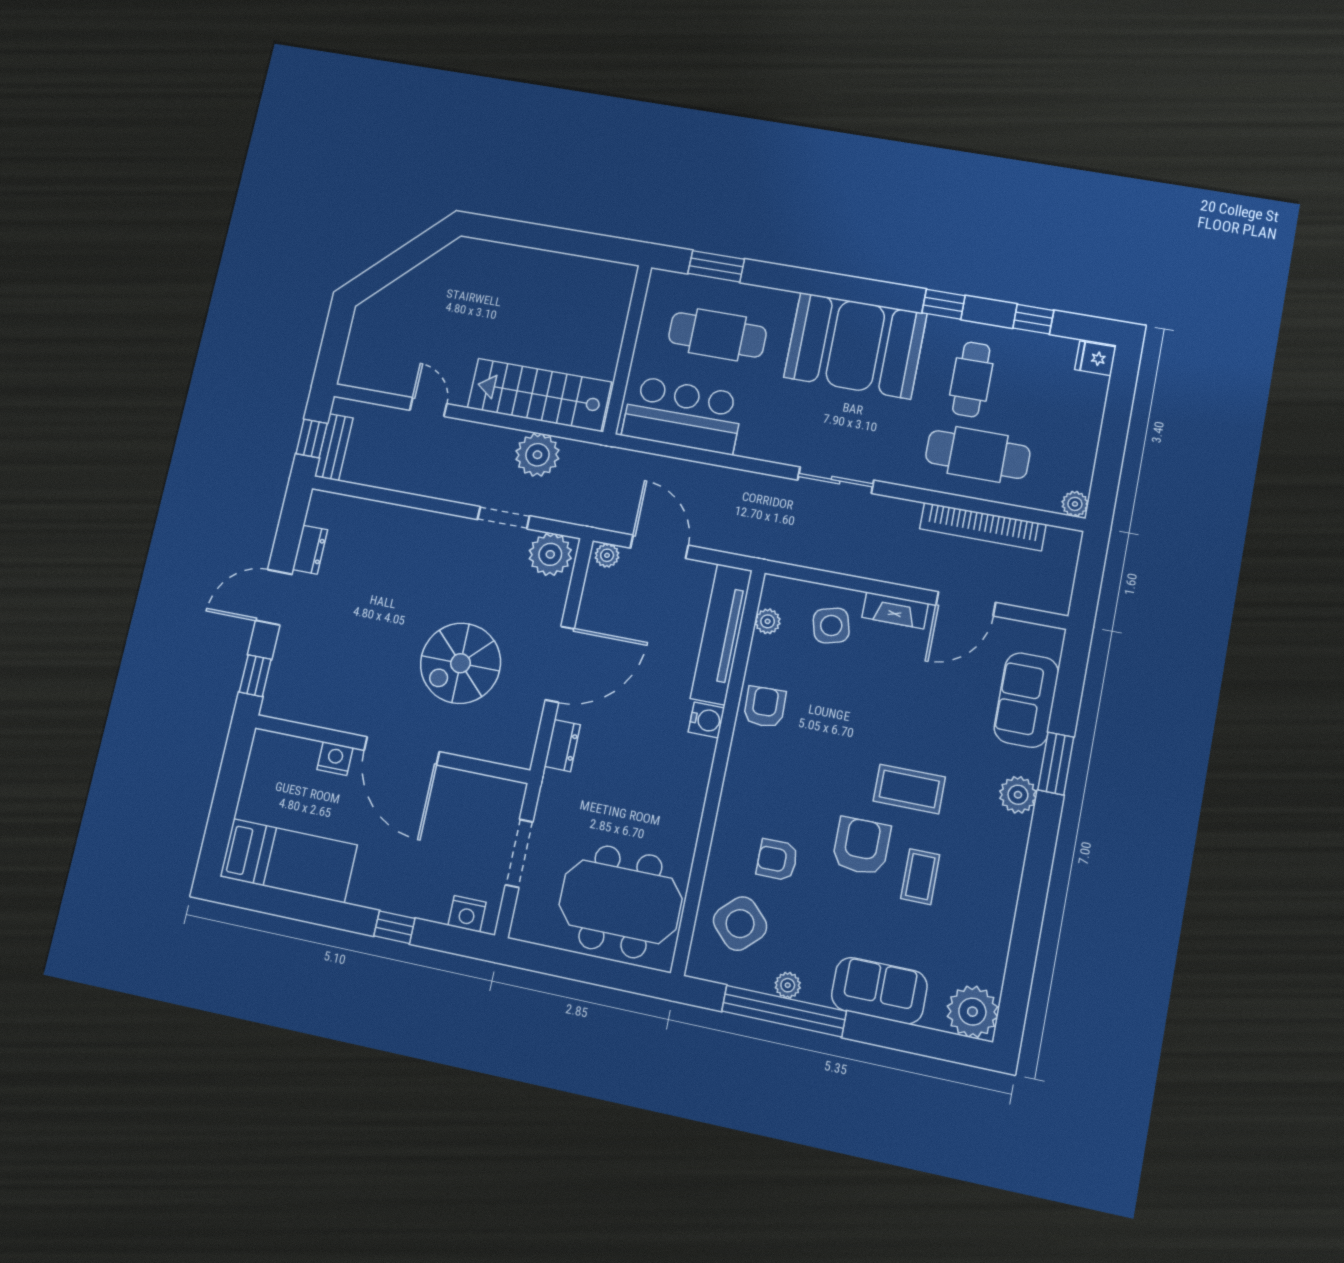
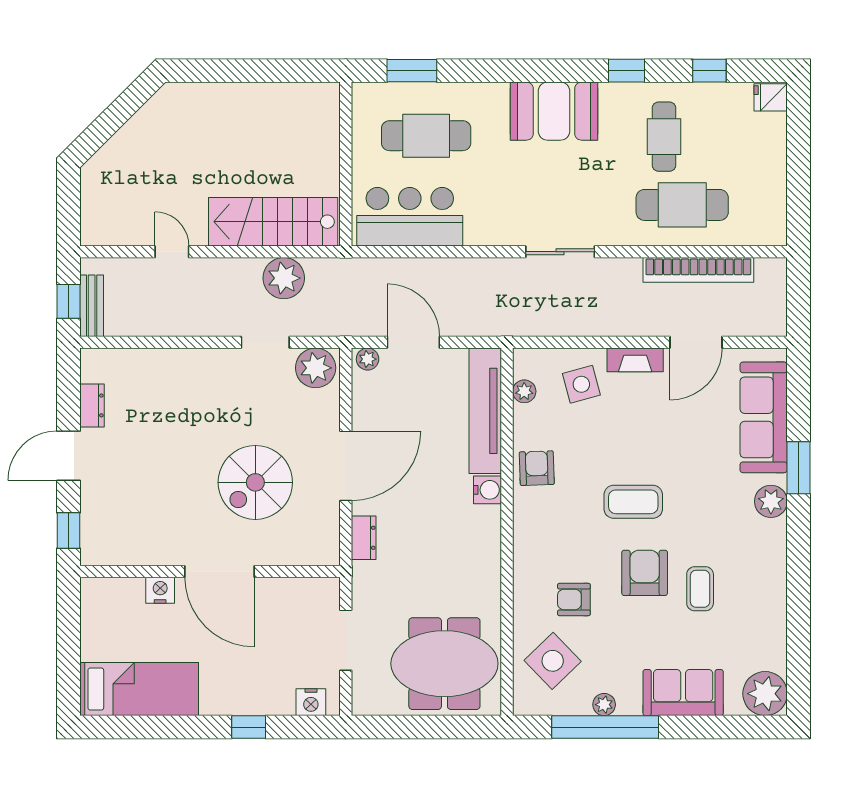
booth: (855, 346) -> (554, 111), width x0.73, depth x0.70
plant: (1075, 504) -> (775, 234), removed
sofa: (1026, 700) -> (764, 417), width x1.36
coffee table: (909, 789) -> (633, 502), moved

